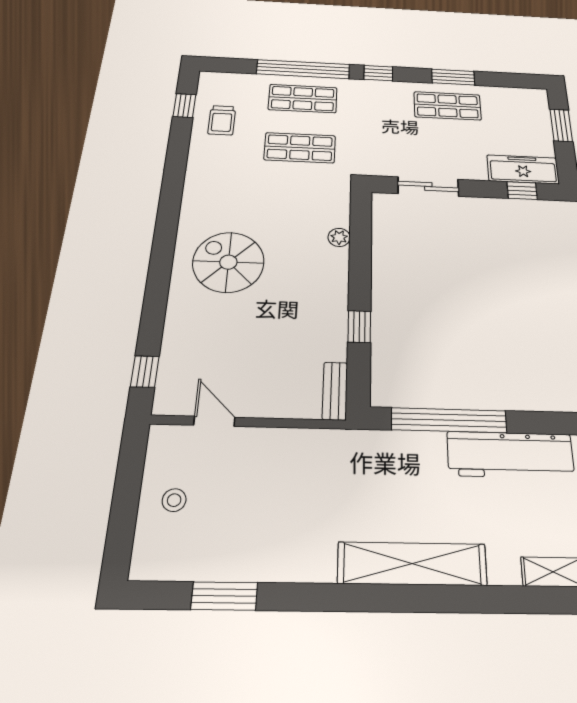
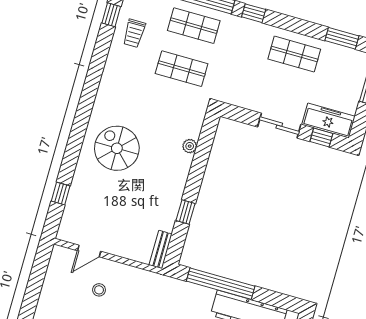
window: (453, 77) -> (342, 38), moved
sliding door: (428, 187) -> (279, 126), moved
window: (145, 372) -> (61, 193), moved
door: (214, 421) -> (89, 251), swing flipped
stool: (174, 500) -> (99, 290), moved

